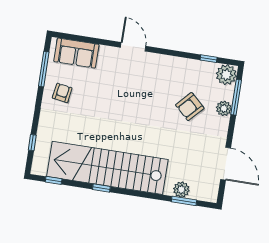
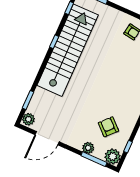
armchair: (190, 107) -> (108, 127), moved
plant: (181, 190) -> (28, 119), moved

